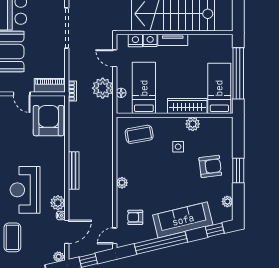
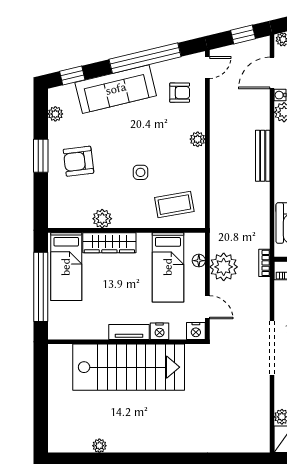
nightstand: (135, 41) -> (196, 331), moved
side table: (178, 147) -> (140, 172), moved

